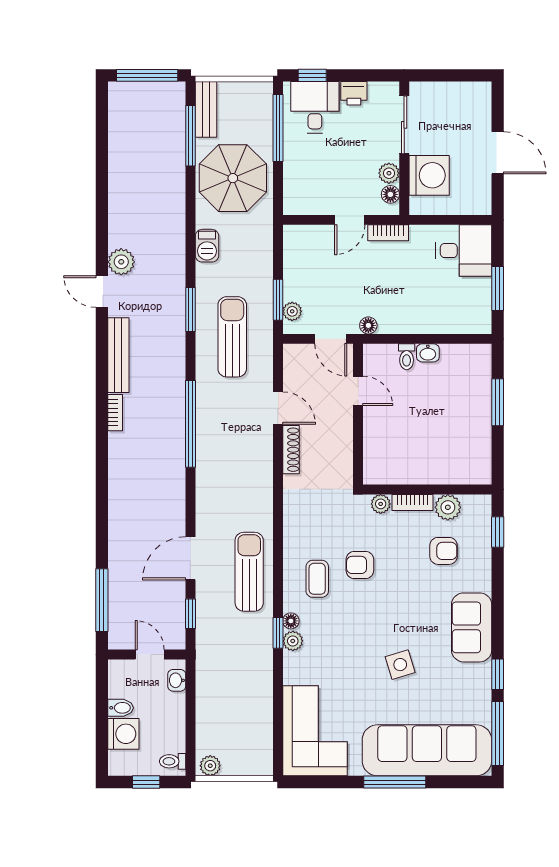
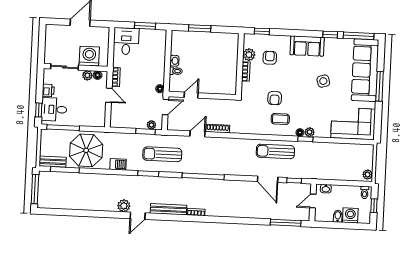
plant: (381, 504) -> (246, 87), removed

